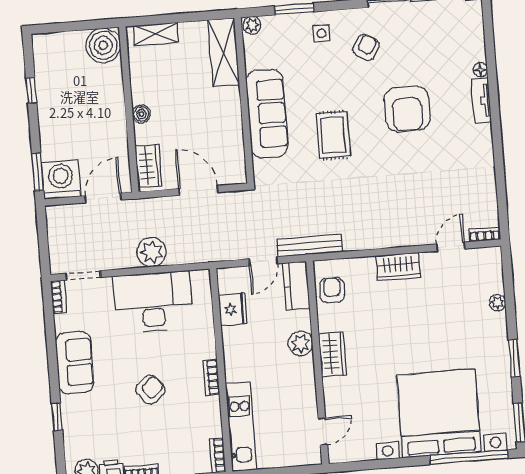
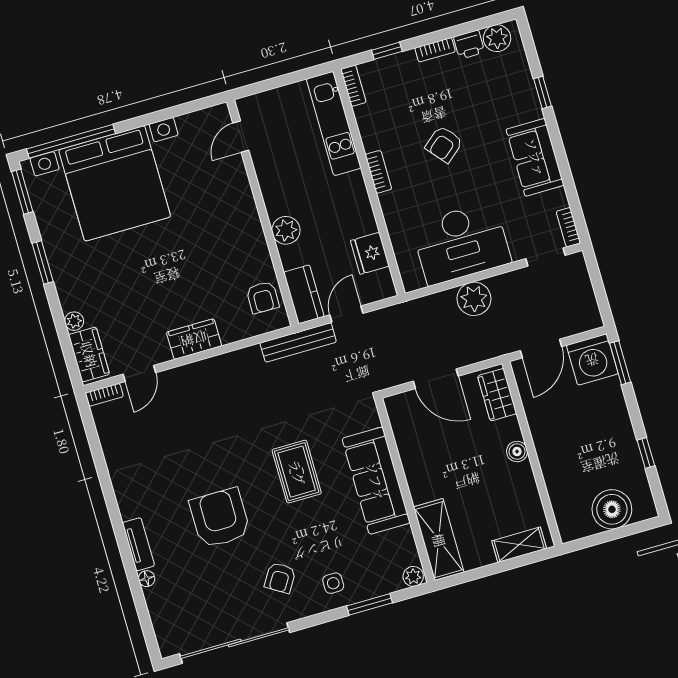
boiler: (103, 45) -> (612, 509), moved
wardrobe: (333, 354) -> (89, 354), moved, turned 180

